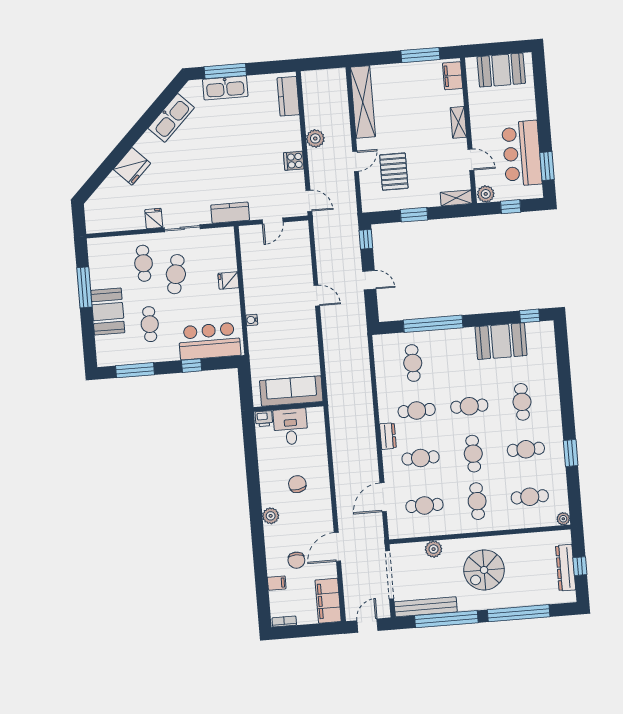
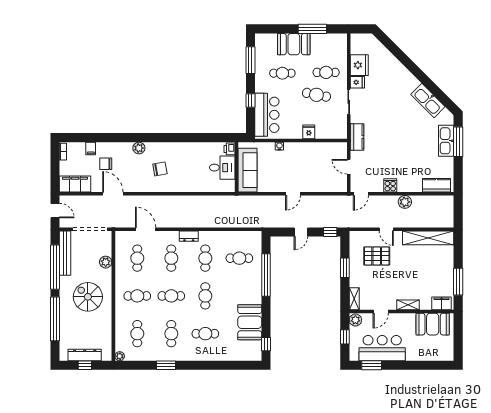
booth: (501, 70) -> (433, 324), moved, turned 90
fridge: (132, 166) -> (359, 65), moved, turned -135
sofa: (291, 391) -> (248, 170), moved
wall: (288, 407) -> (237, 167), moved
printer: (264, 419) -> (230, 149), moved
desk: (291, 427) -> (222, 168), moved

